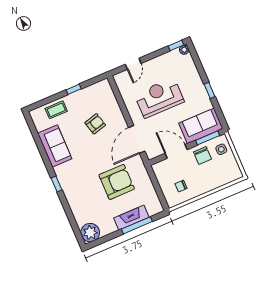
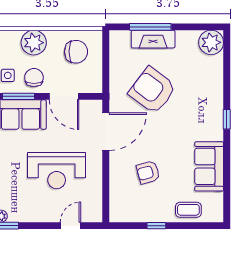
plant: (213, 180) -> (34, 43), added
armchair: (117, 182) -> (152, 90), turned 37
chair: (181, 186) -> (76, 52), width x1.87, depth x1.87

